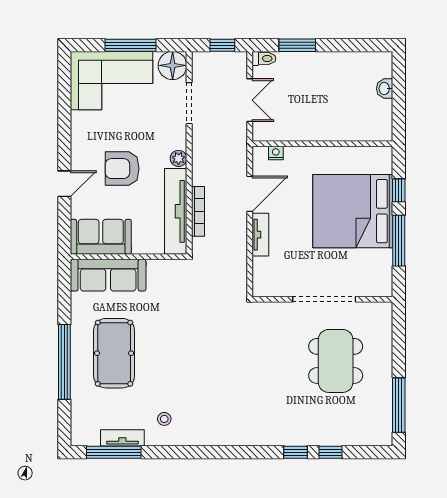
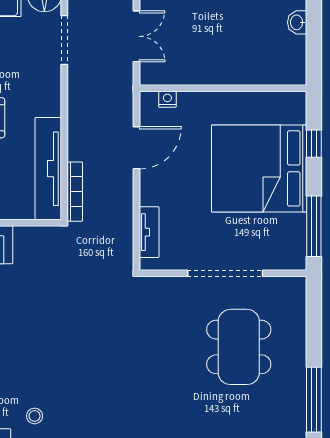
plant: (178, 158) -> (52, 106), removed
bookcase: (198, 211) -> (75, 192), moved
tv unit: (260, 235) -> (149, 232), moved
window: (399, 241) -> (314, 226), moved

